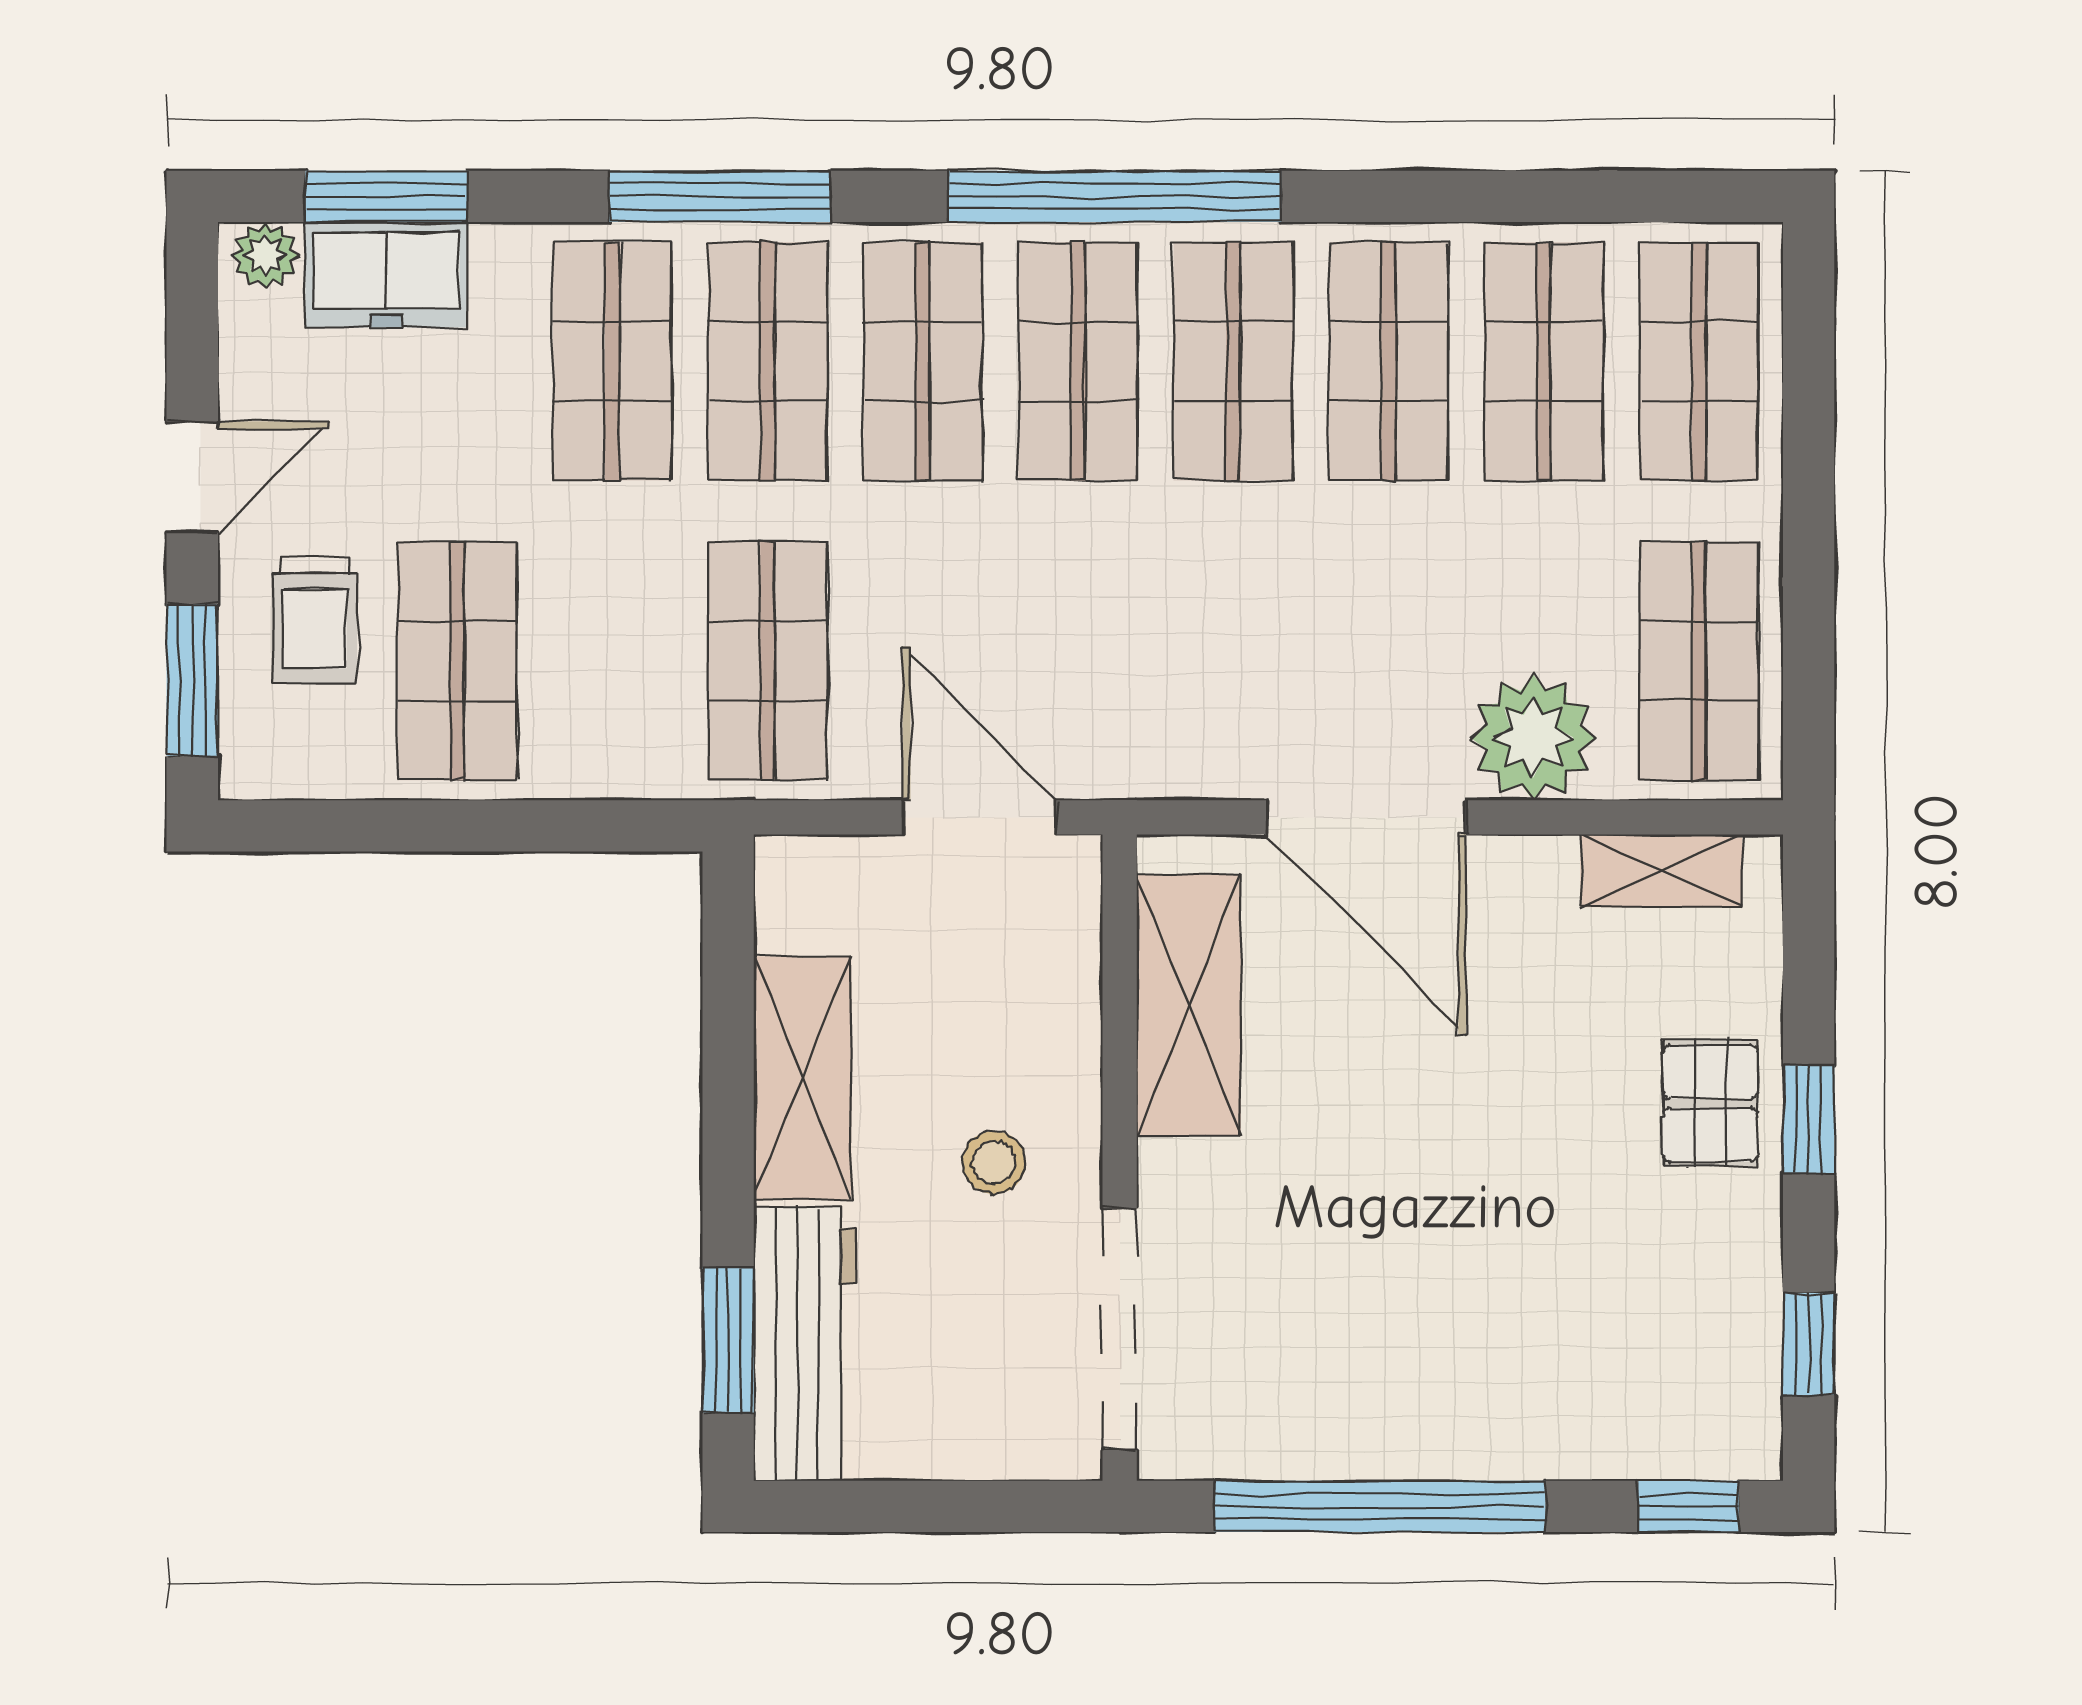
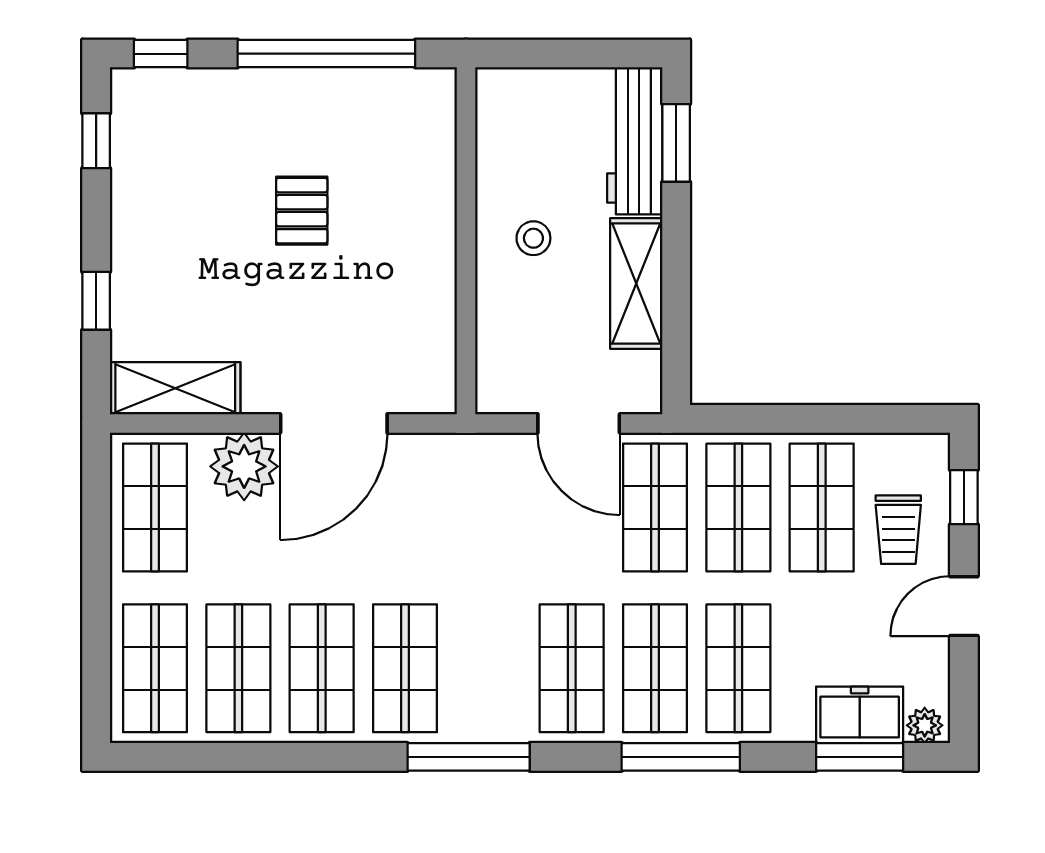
window: (1115, 196) -> (469, 757), width x0.68
shop shelf: (1078, 361) -> (738, 507), moved
trolley: (315, 620) -> (898, 530), turned 180
window: (192, 680) -> (964, 497), width x0.67
door: (980, 817) -> (579, 423), moved
door: (1366, 817) -> (334, 423), swing flipped
shelving: (1661, 871) -> (175, 388), width x1.50, depth x1.33
shelving: (1189, 1005) -> (429, 323), removed
pallet: (1710, 1103) -> (302, 211), moved
window: (1809, 1119) -> (96, 301), moved
doorway: (1120, 1329) -> (466, 149), removed

